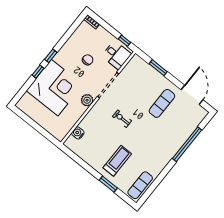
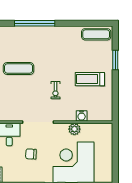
plant: (87, 100) -> (74, 129), moved
water cooler: (78, 133) -> (82, 116), moved
treadmill: (117, 161) -> (90, 79), moved

